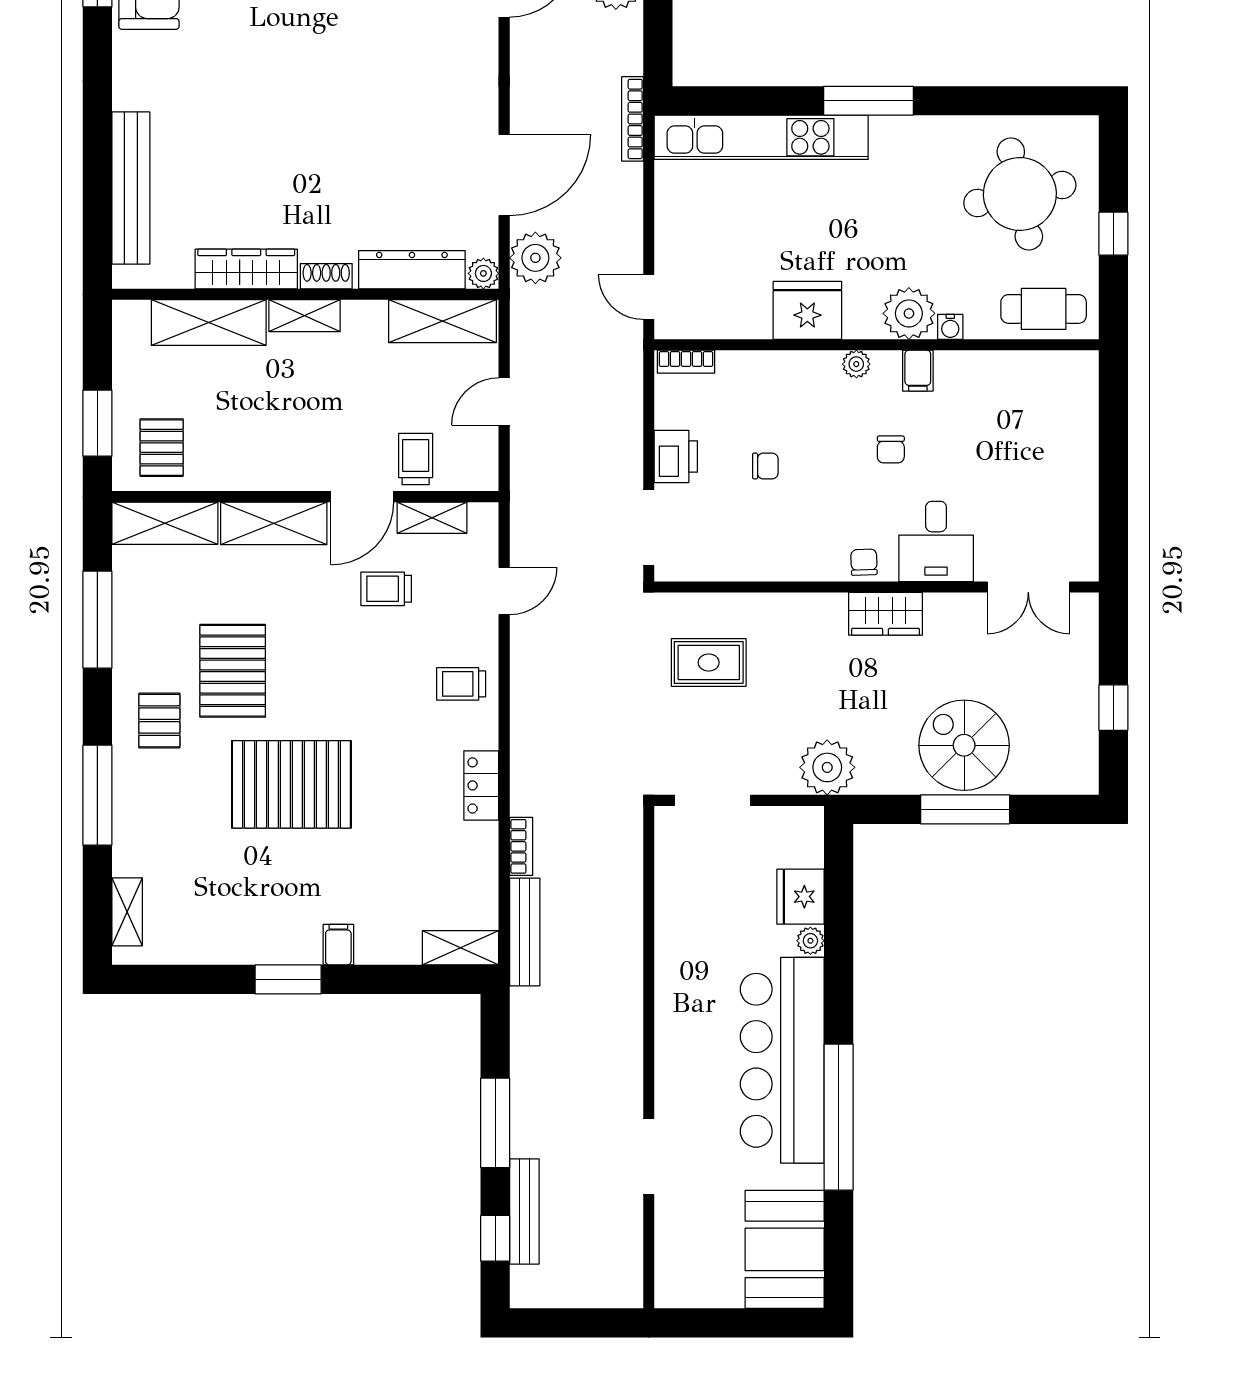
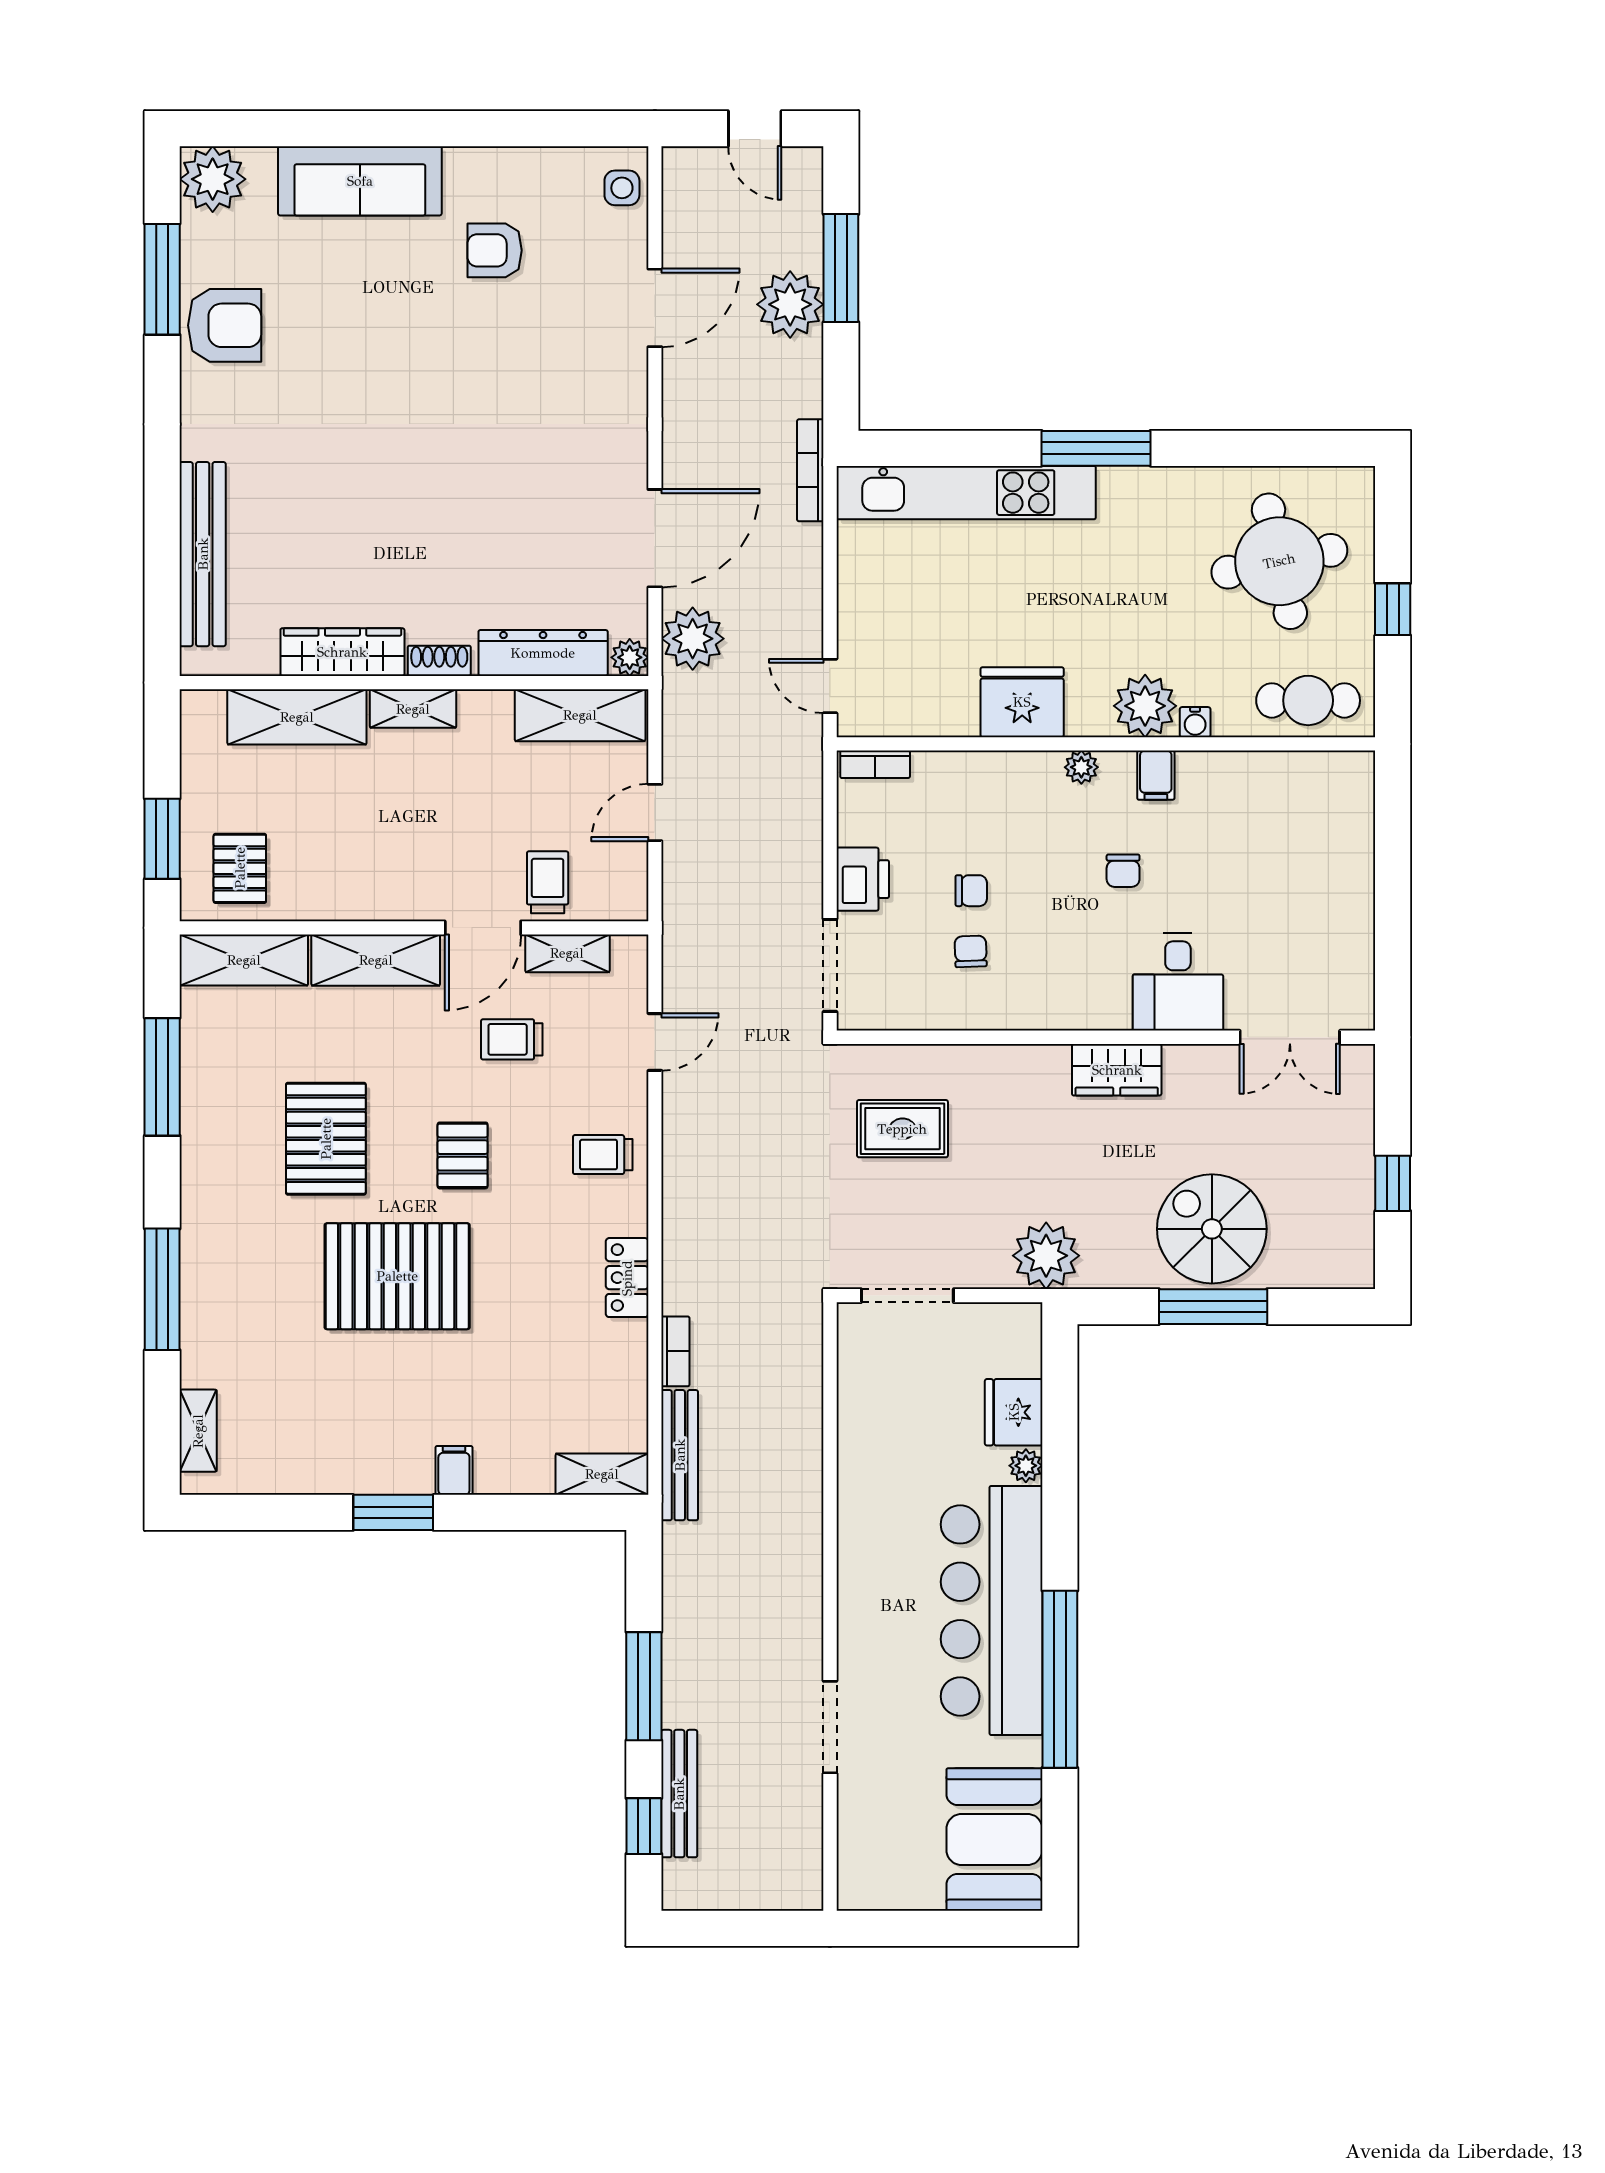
chair: (864, 562) -> (971, 951), moved
pallet: (159, 721) -> (463, 1155), moved

